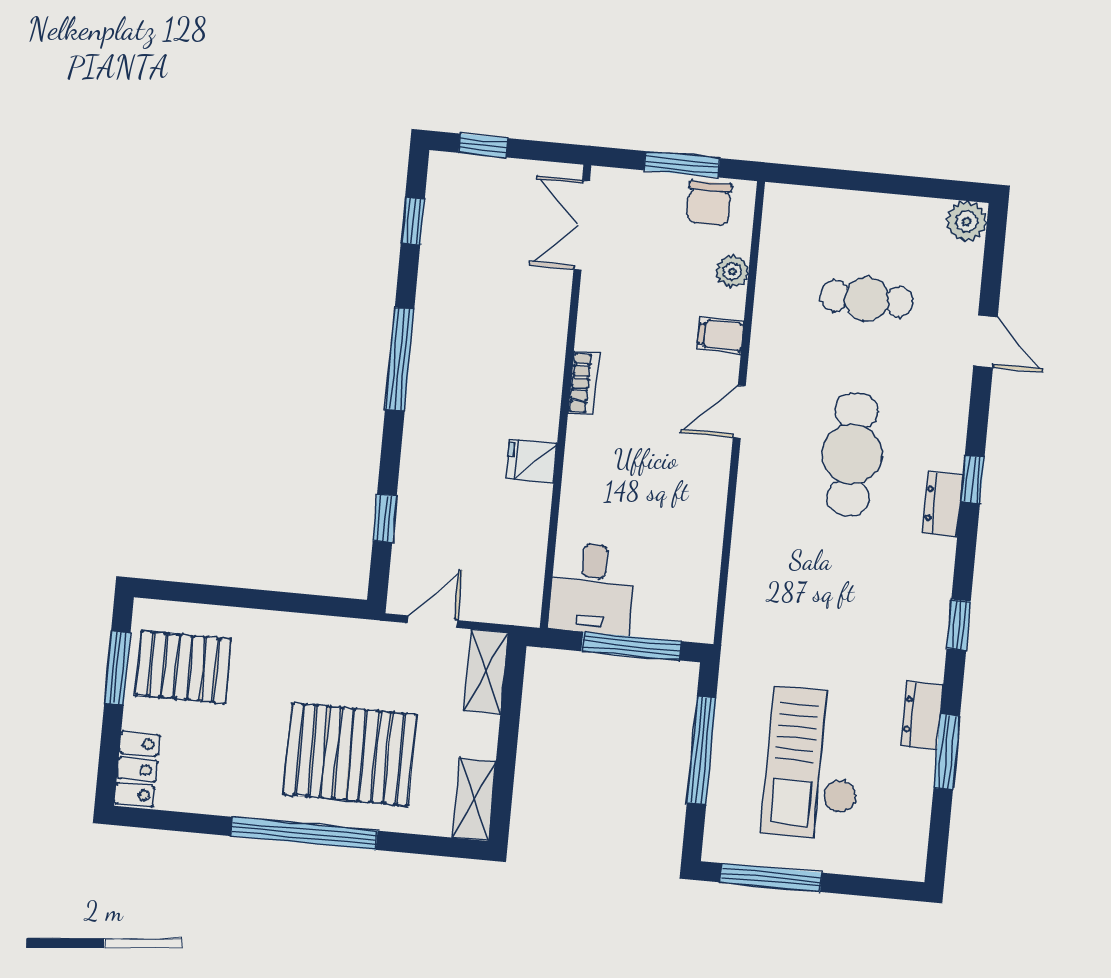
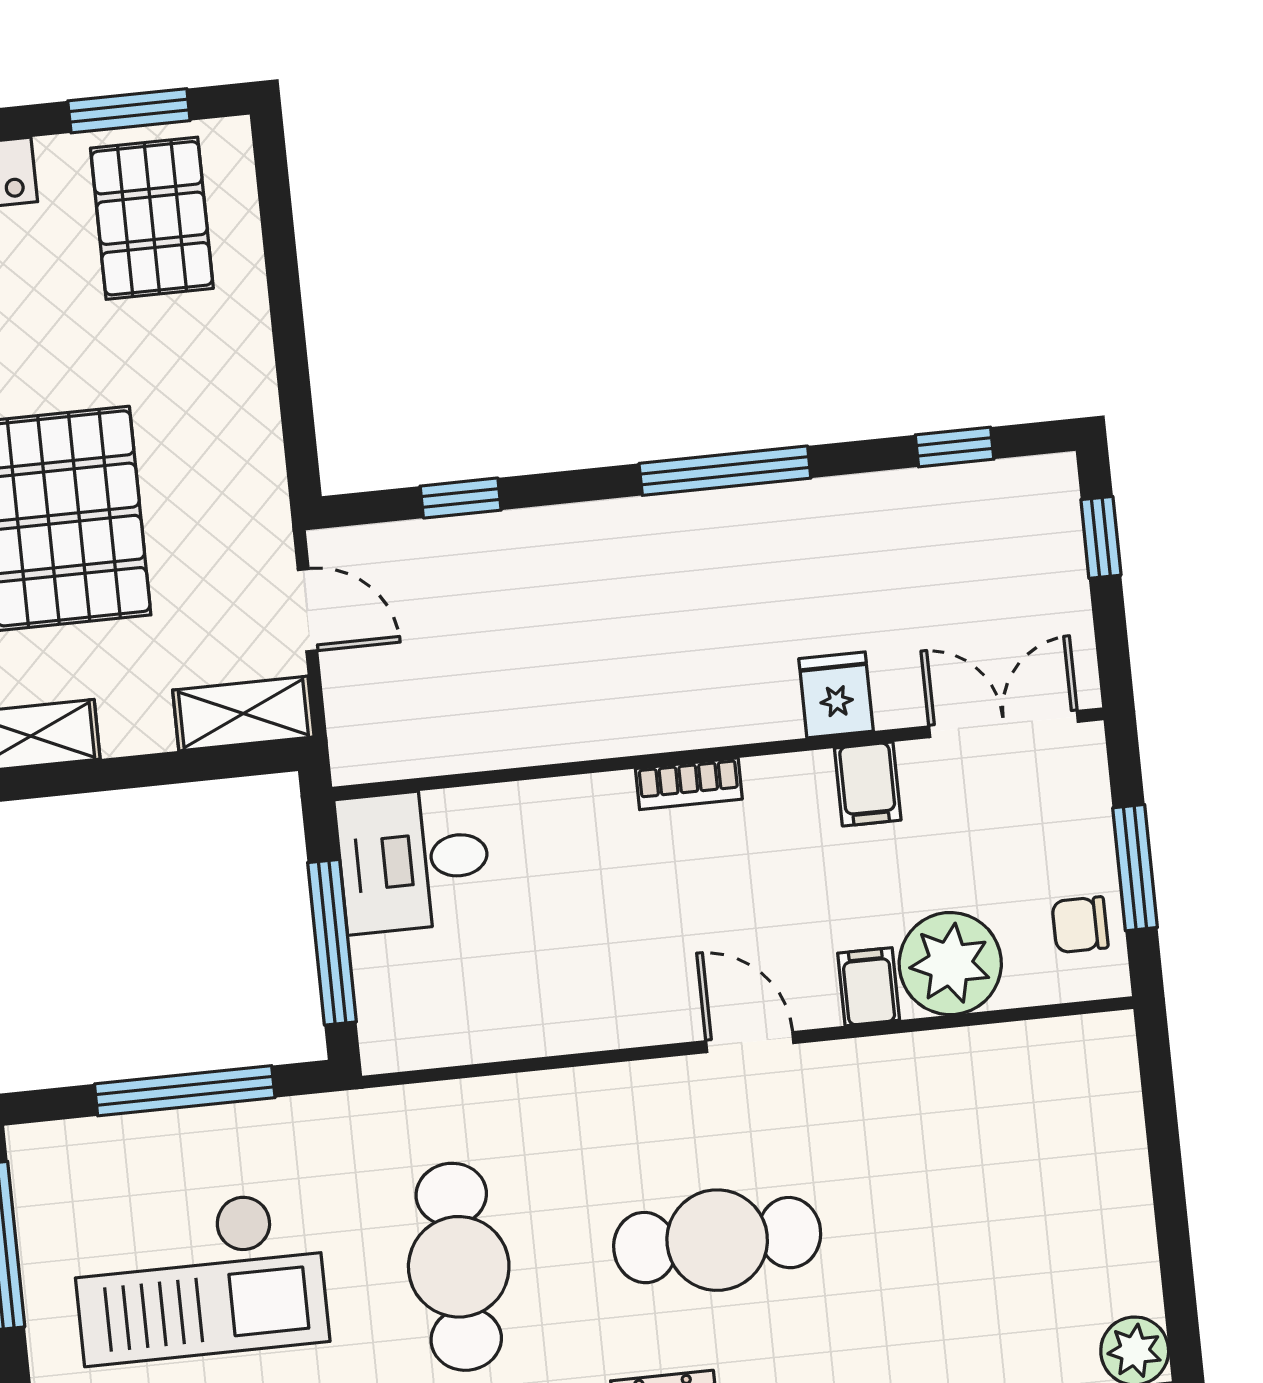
chair: (709, 203) -> (1080, 925), width x0.73, depth x0.73
plant: (732, 272) -> (950, 964), width x1.87, depth x1.87
cafe table: (867, 299) -> (459, 1267), moved, width x1.37, depth x1.35
filing cabinet: (601, 312) -> (868, 784), added
bookcase: (583, 383) -> (689, 784), moved
fridge: (532, 461) -> (836, 695), moved
checkout: (813, 764) -> (199, 1278), turned 180

